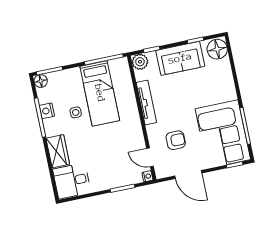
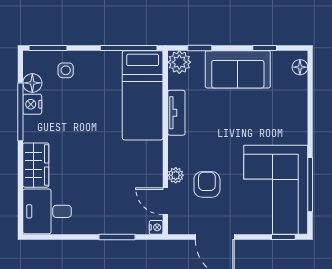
floor lamp: (217, 49) -> (300, 67), width x0.53, depth x0.53
floor lamp: (41, 81) -> (32, 83), moved
bed: (100, 93) -> (143, 95), moved
tv unit: (146, 102) -> (176, 113), width x0.71
side table: (76, 112) -> (66, 70), moved
plant: (153, 138) -> (176, 175), added
armchair: (176, 140) -> (207, 184), turned -90

